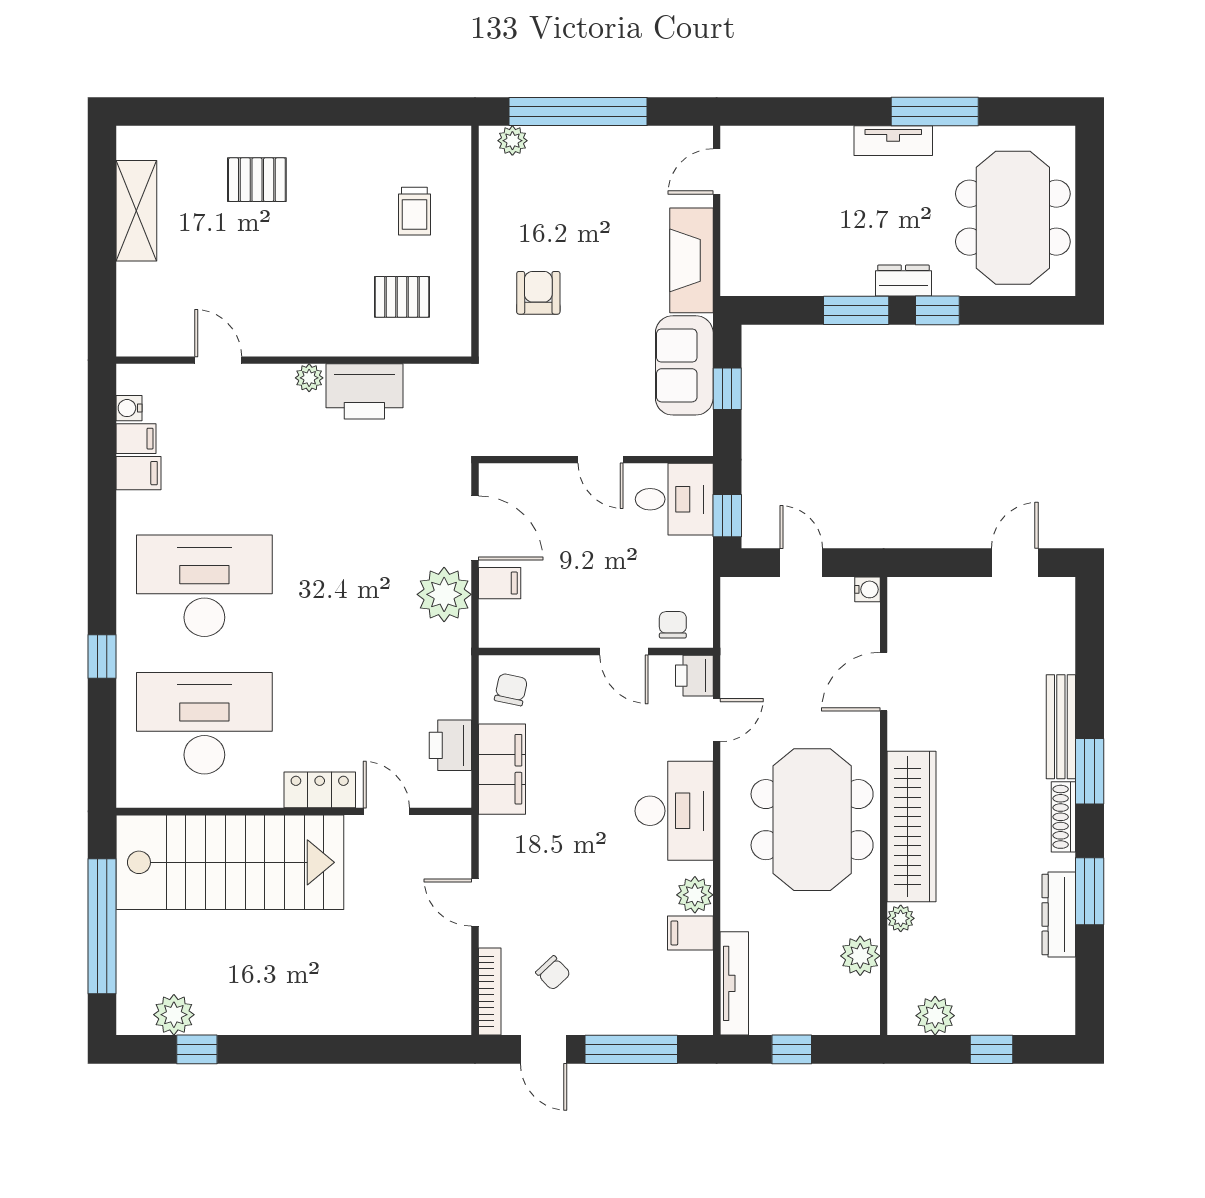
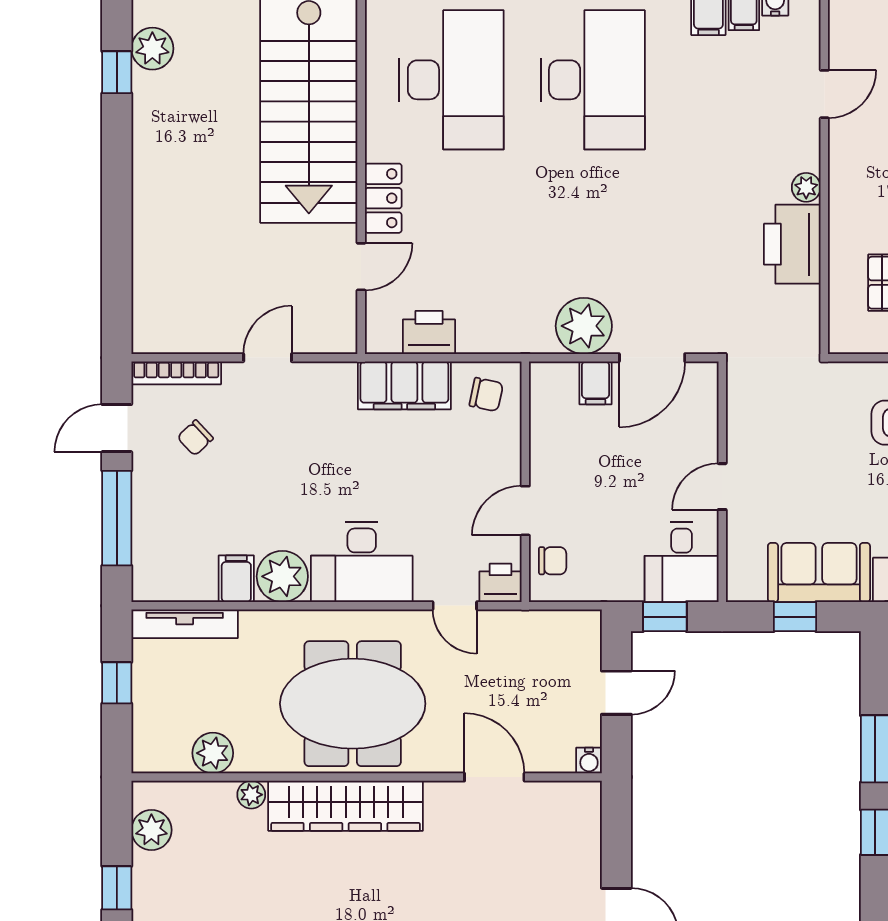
plant: (695, 895) -> (282, 576), width x1.36, depth x1.36

